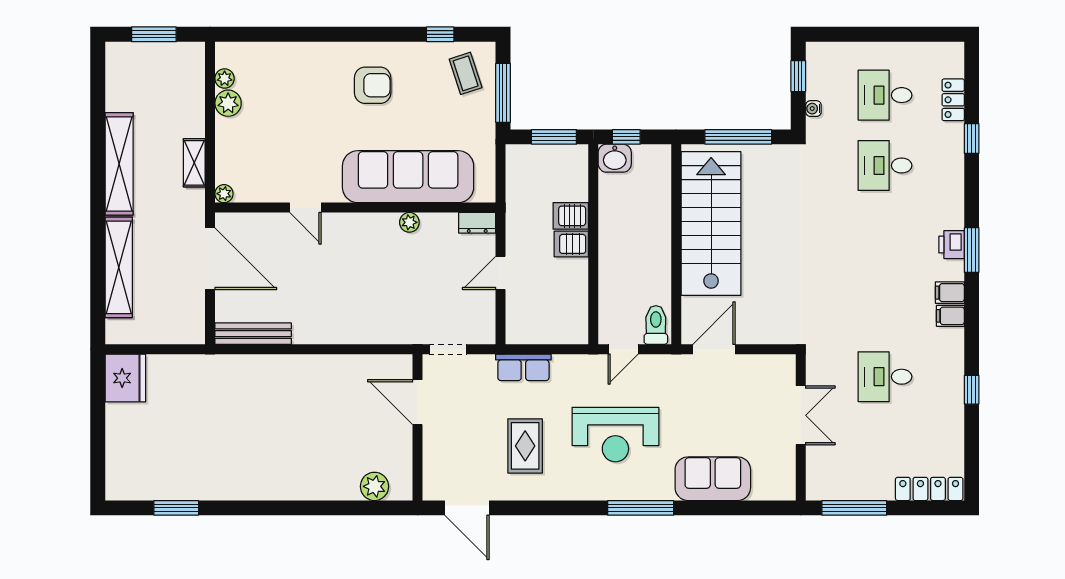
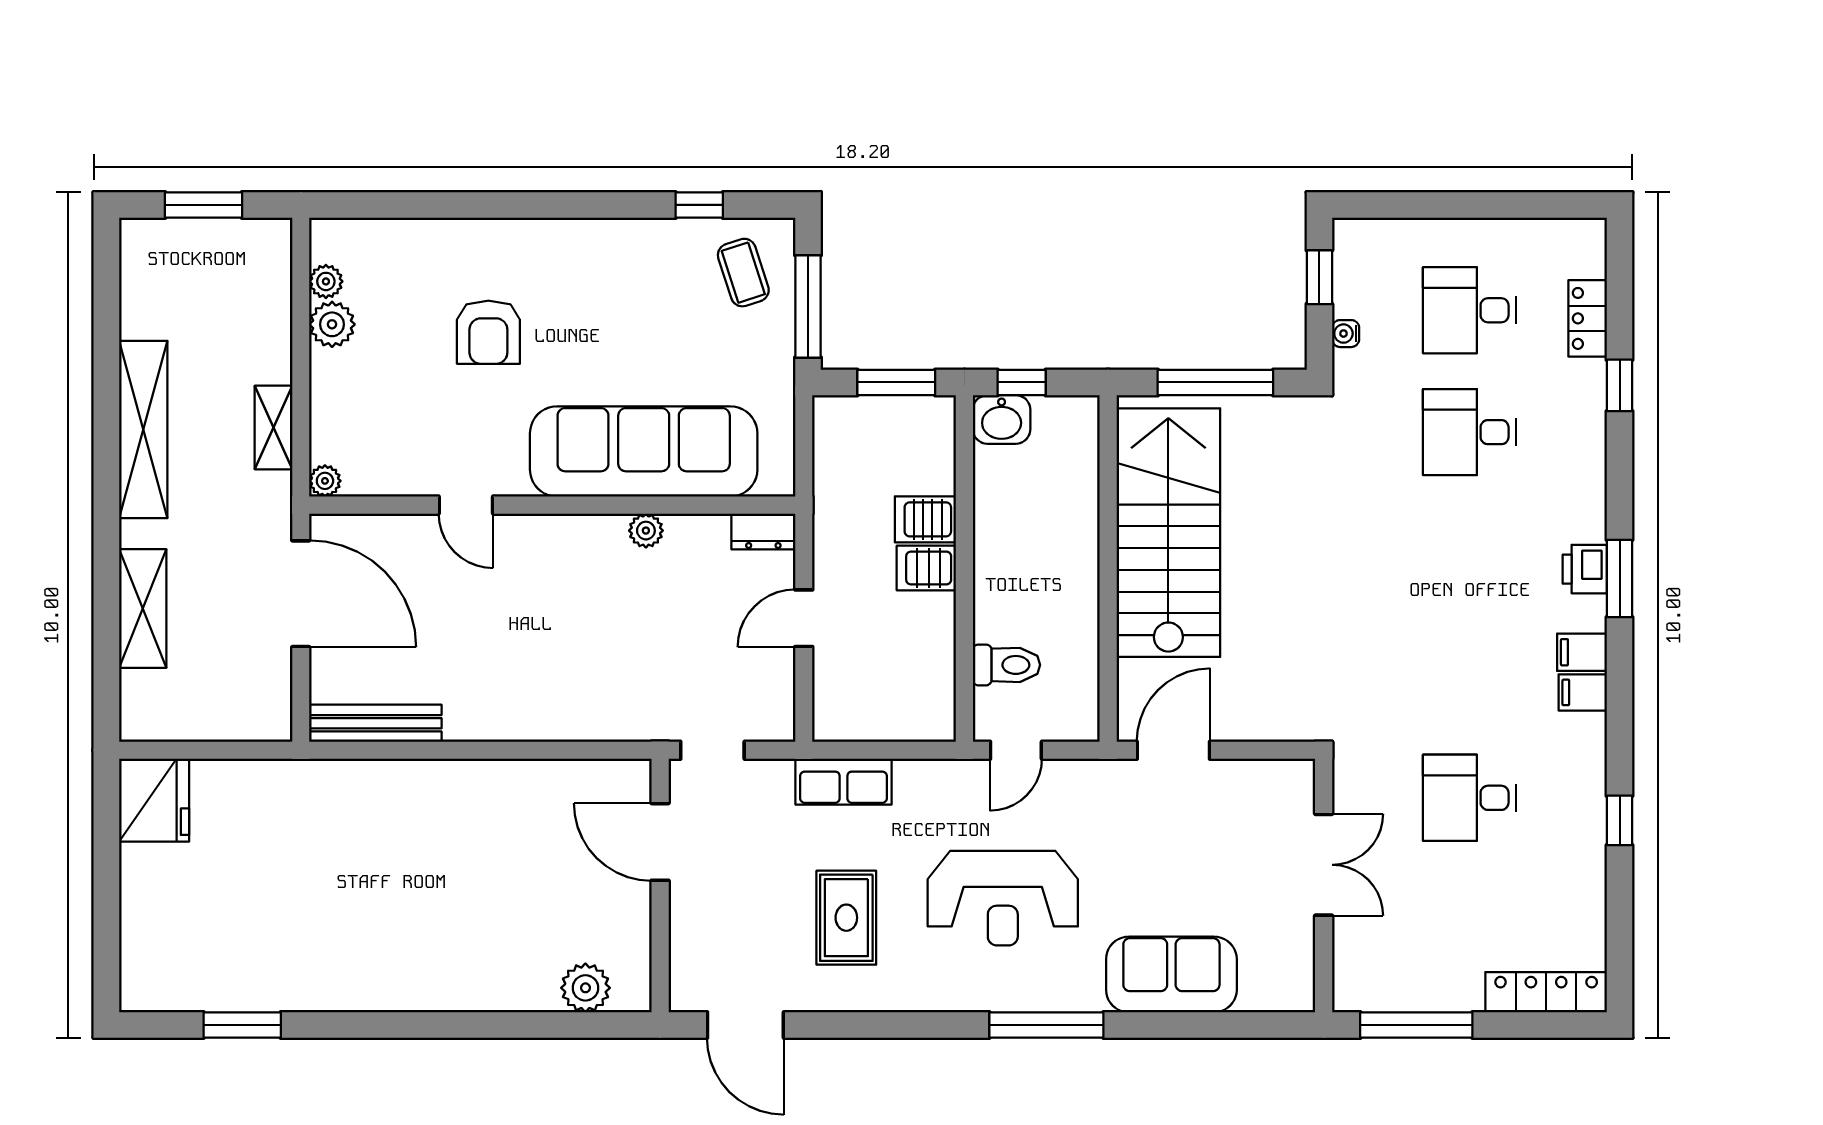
armchair: (373, 85) -> (488, 332), moved, turned 90
shelving: (119, 267) -> (143, 608), width x0.68
toilet: (656, 325) -> (1006, 665), moved, turned 90

